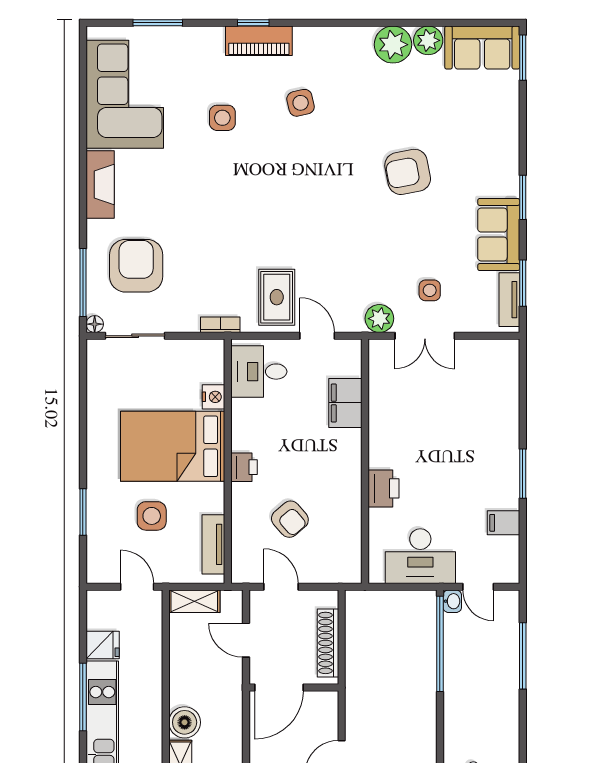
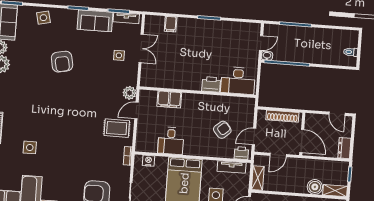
side table: (301, 103) -> (43, 18), moved
plant: (379, 319) -> (130, 93), moved
double door: (425, 336) -> (141, 48), moved
desk: (259, 372) -> (171, 141), moved
nightstand: (213, 397) -> (148, 161), moved
printer: (244, 467) -> (241, 153), moved
filing cabinet: (504, 523) -> (171, 24), moved
desk: (420, 556) -> (238, 81), moved, turned 90

